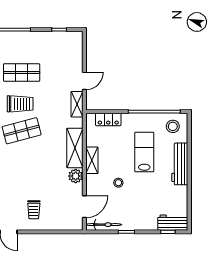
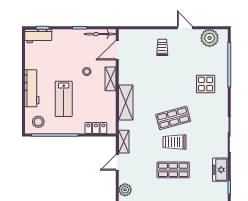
shelving: (92, 160) -> (110, 79), moved
plant: (76, 176) -> (125, 190), moved

